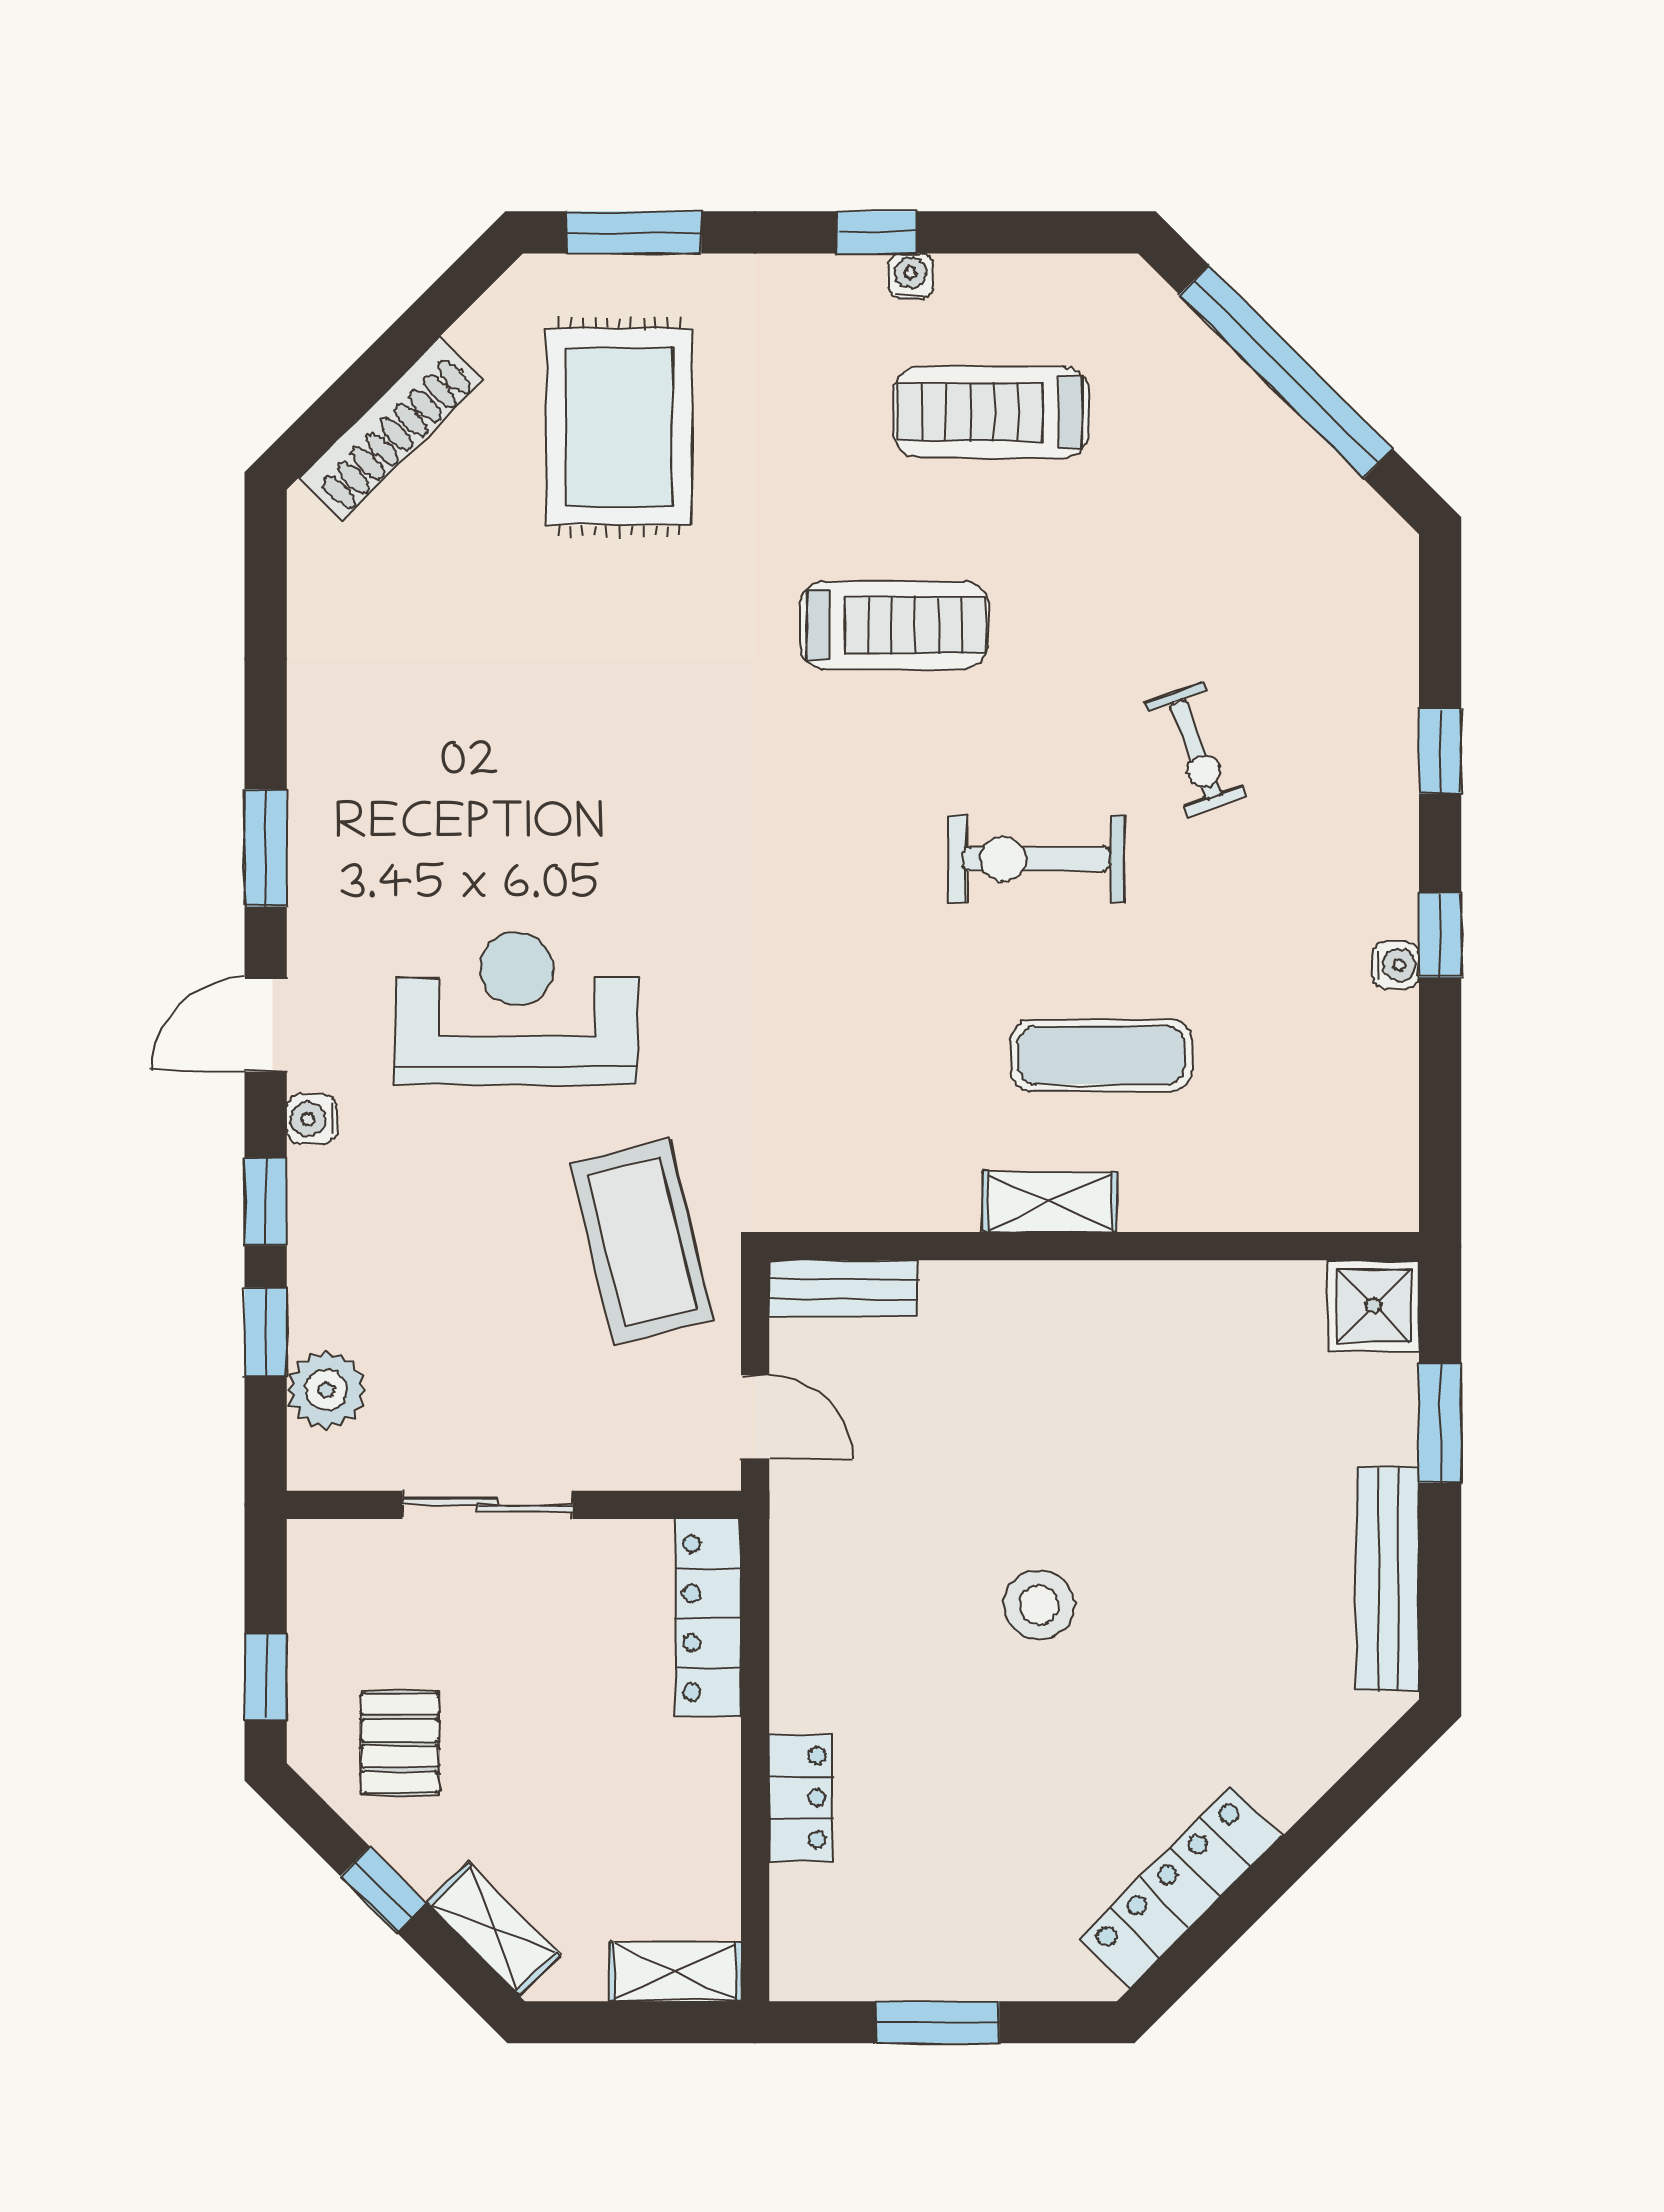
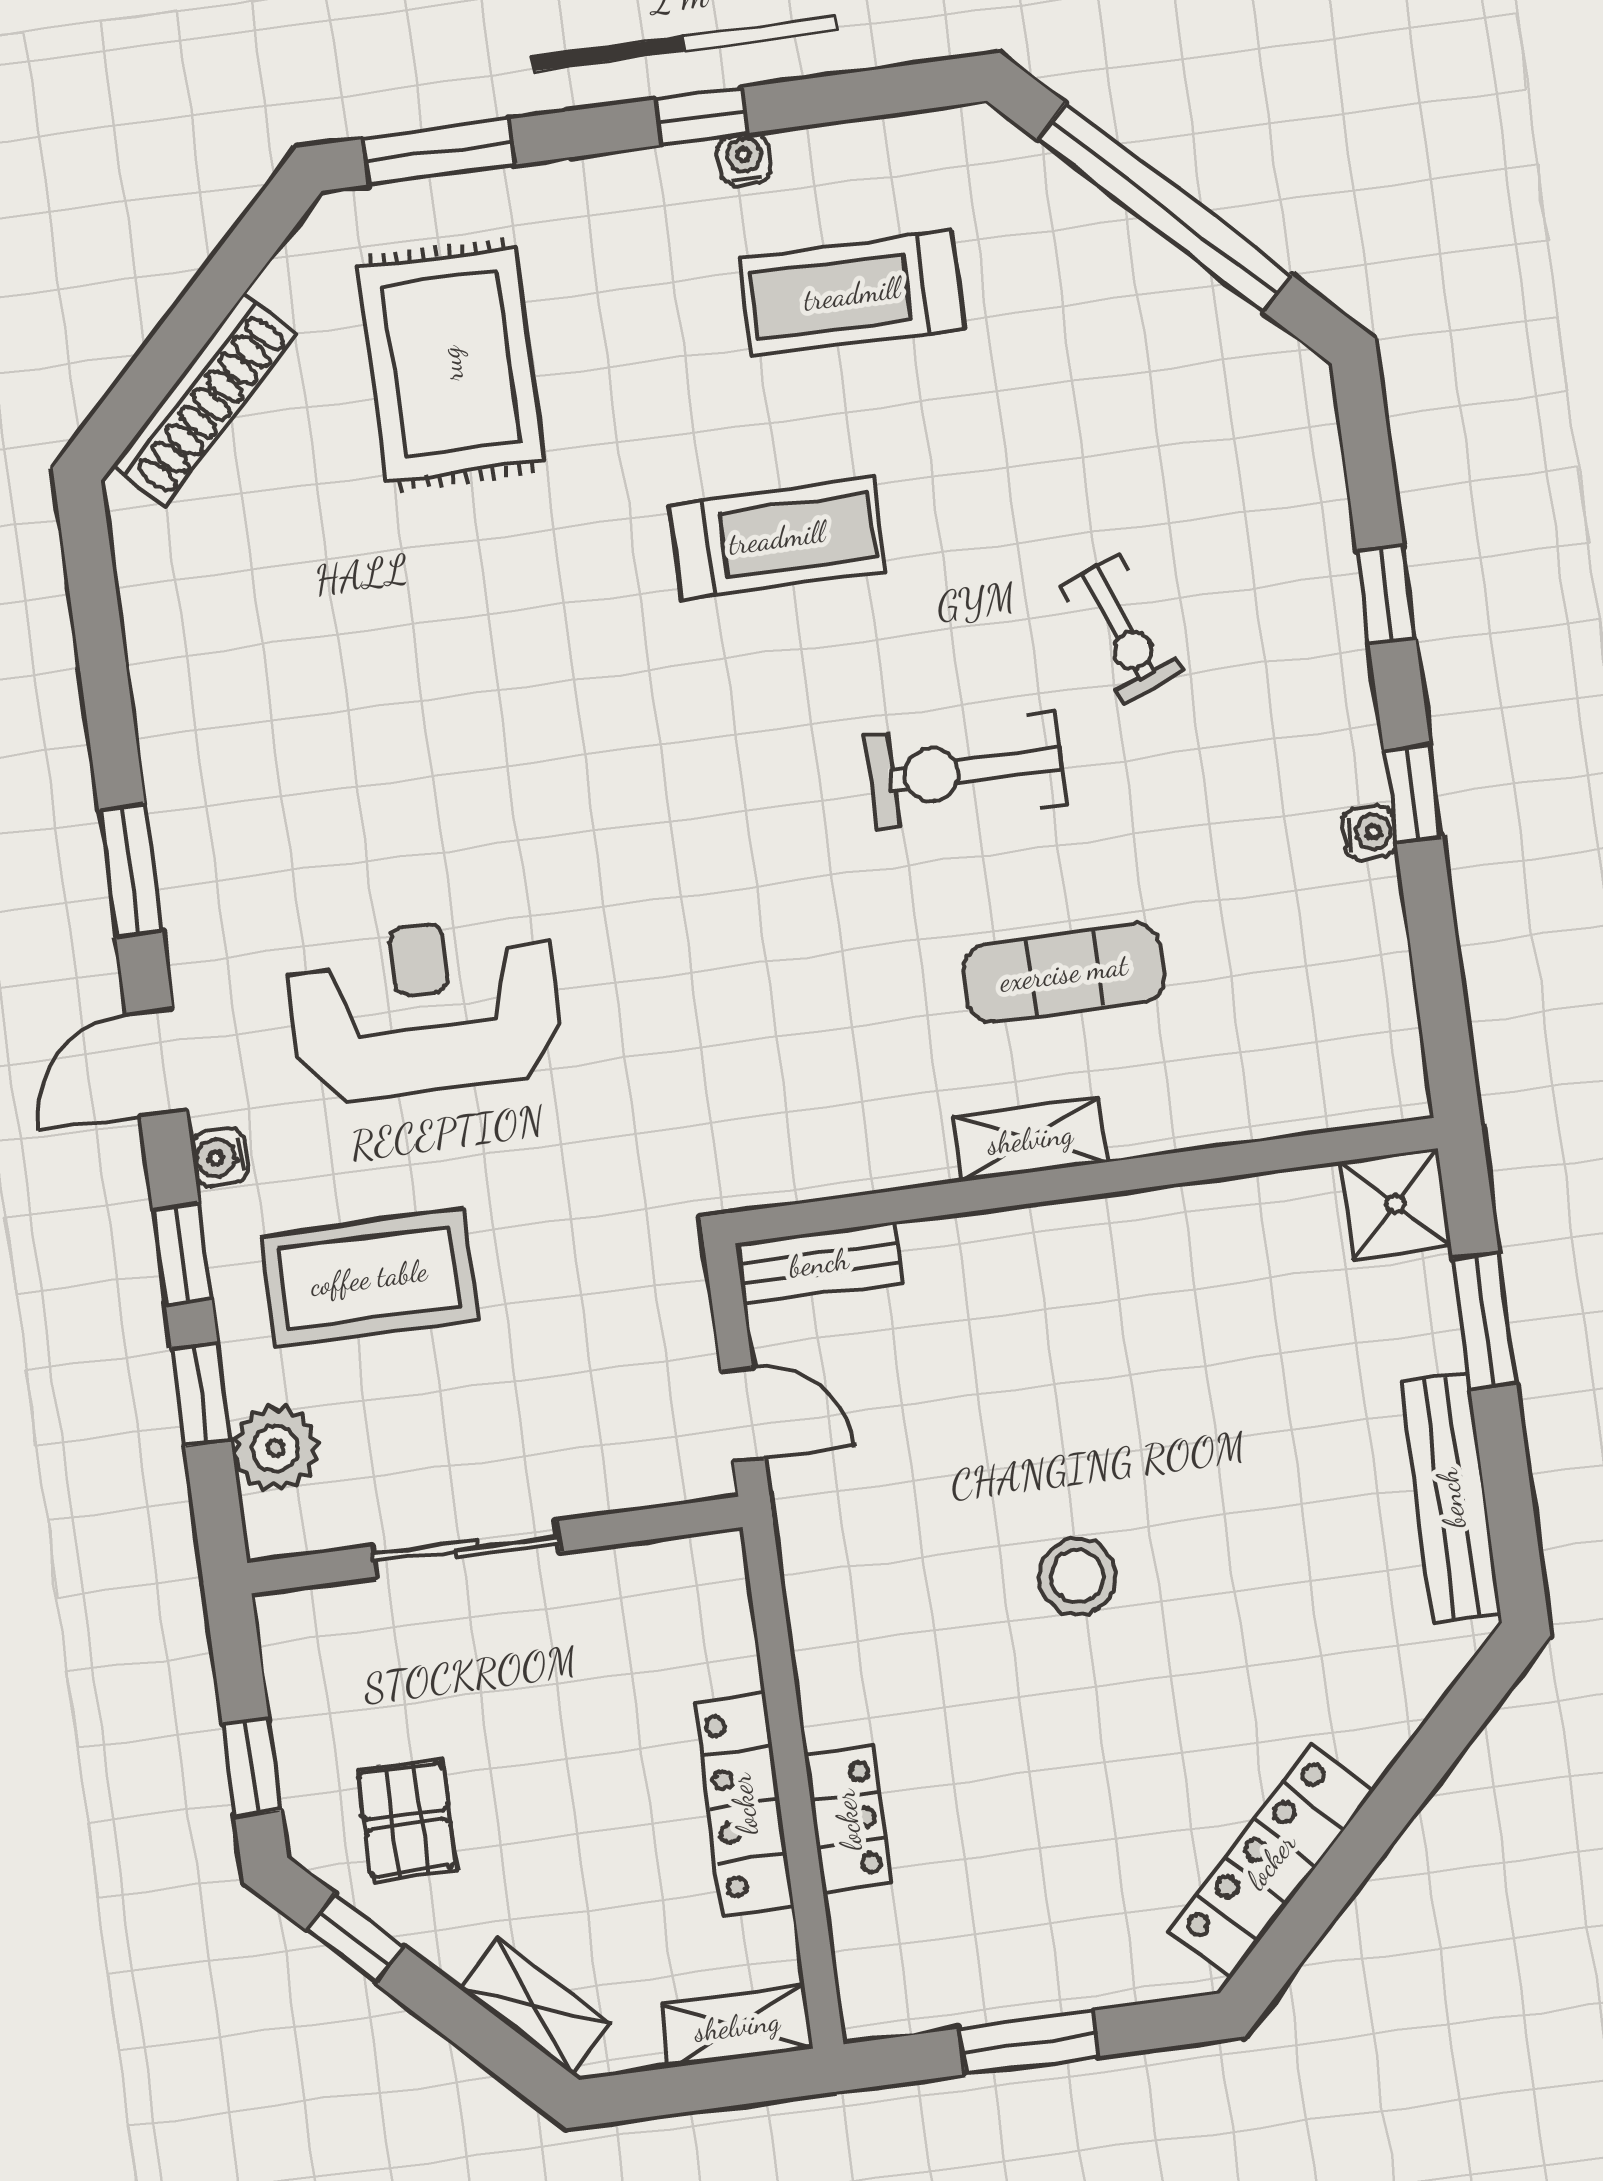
coffee table: (642, 1242) -> (369, 1278), moved, turned -76
locker: (708, 1618) -> (744, 1804), moved
window: (383, 1890) -> (355, 1938), moved

